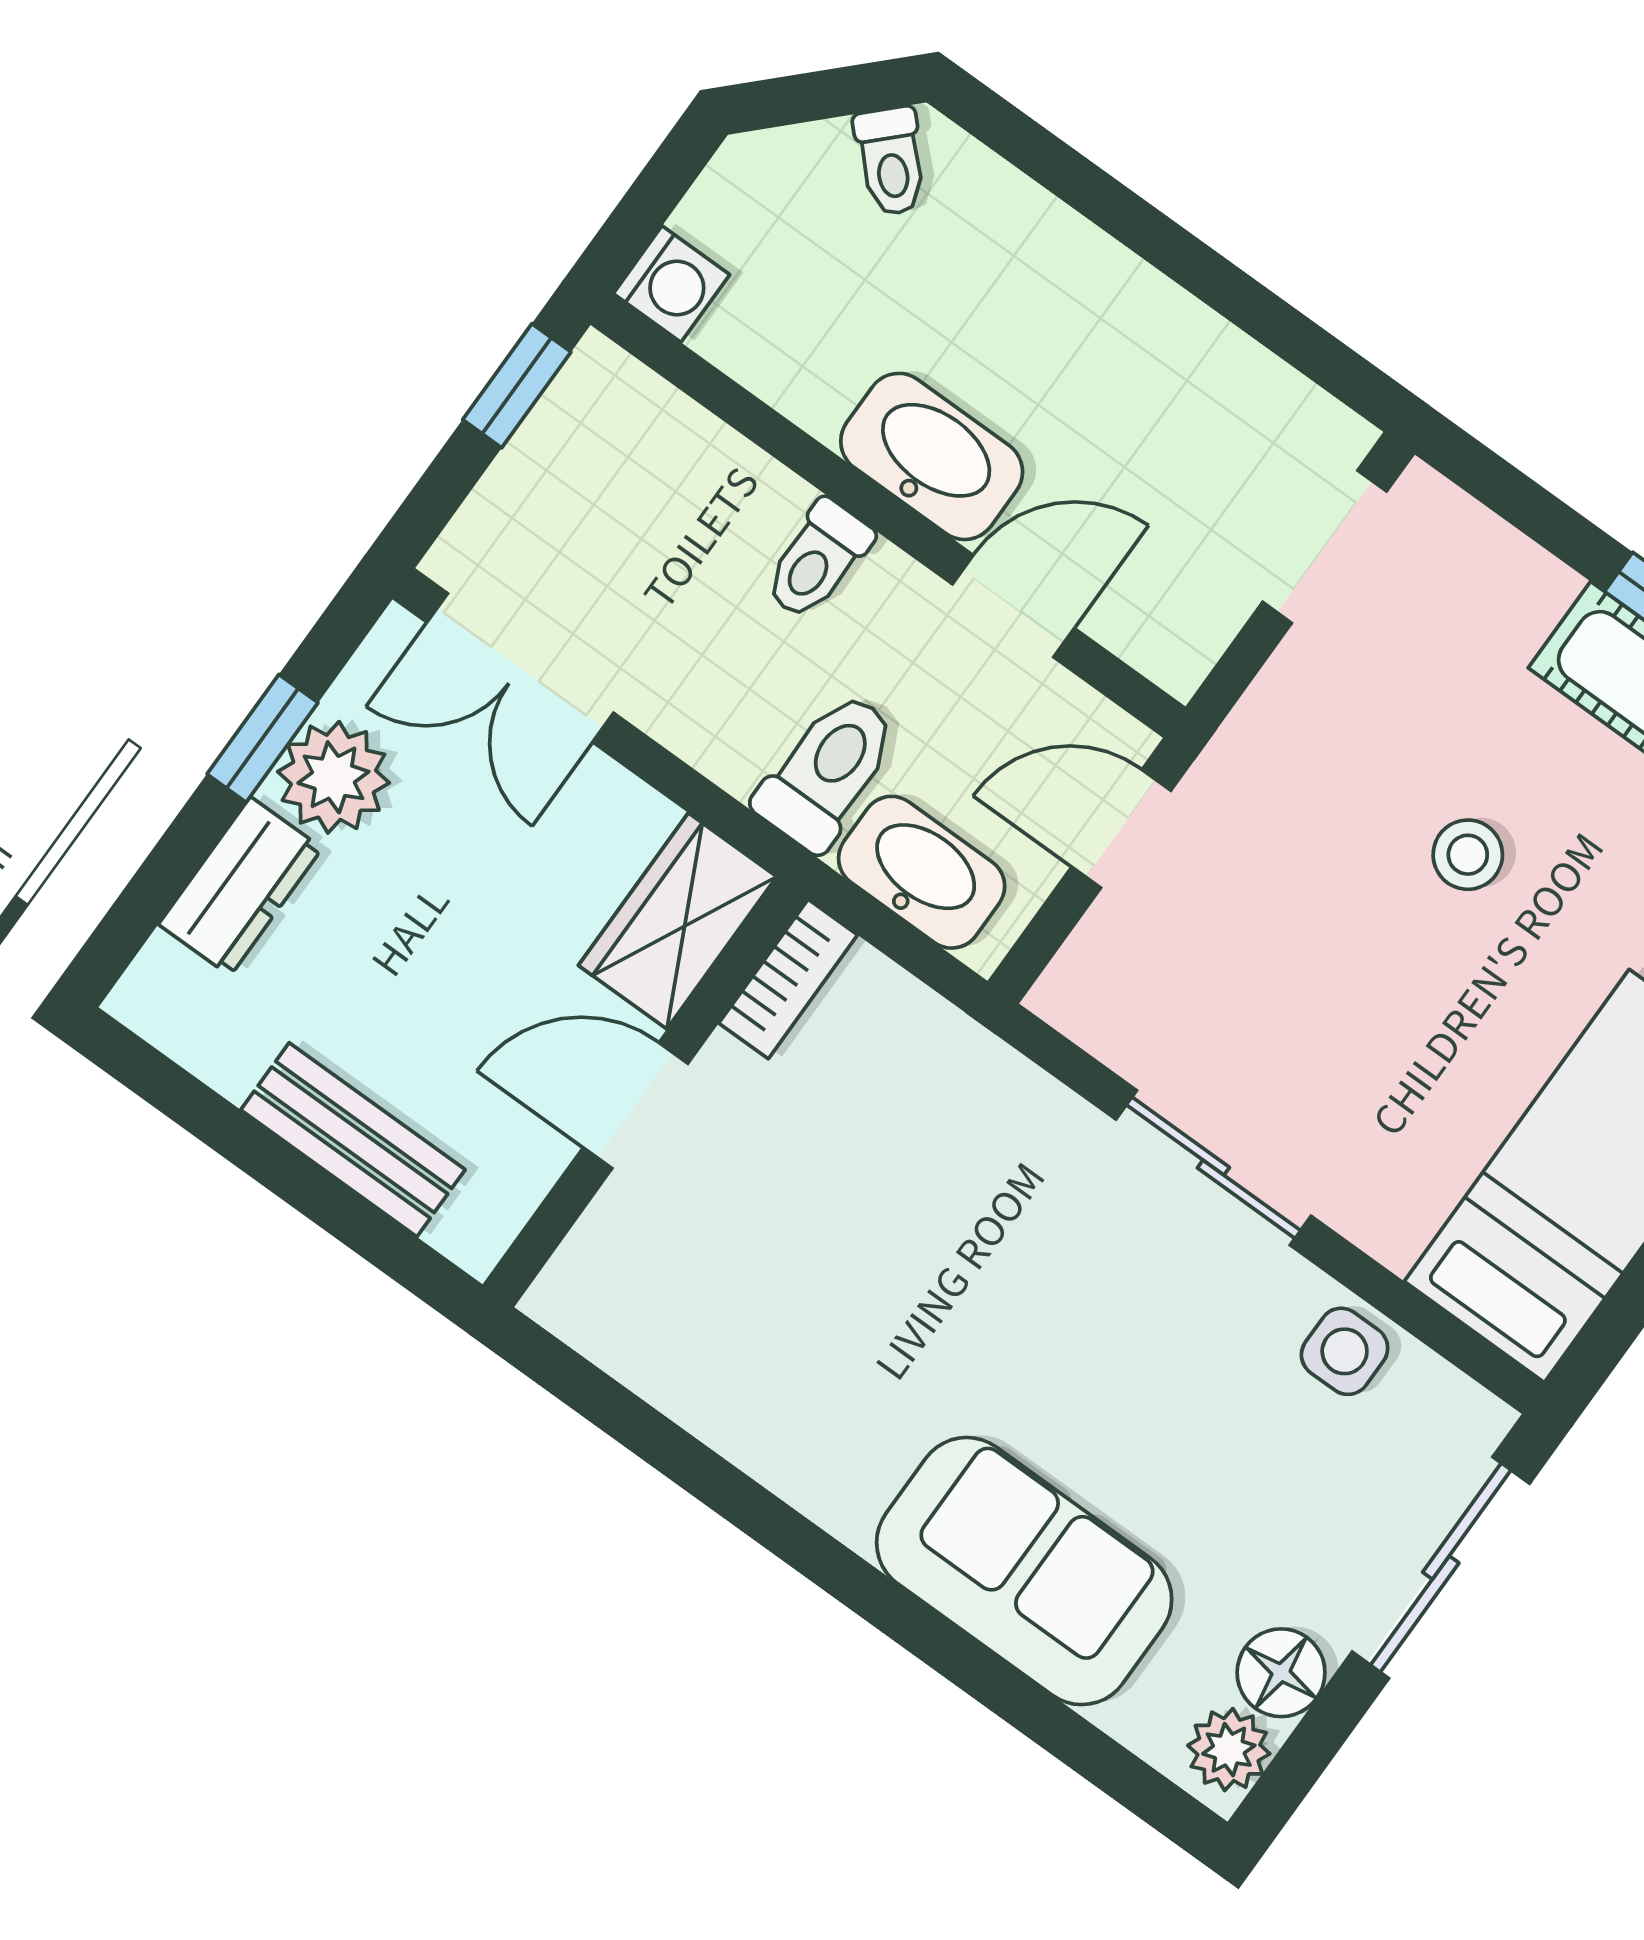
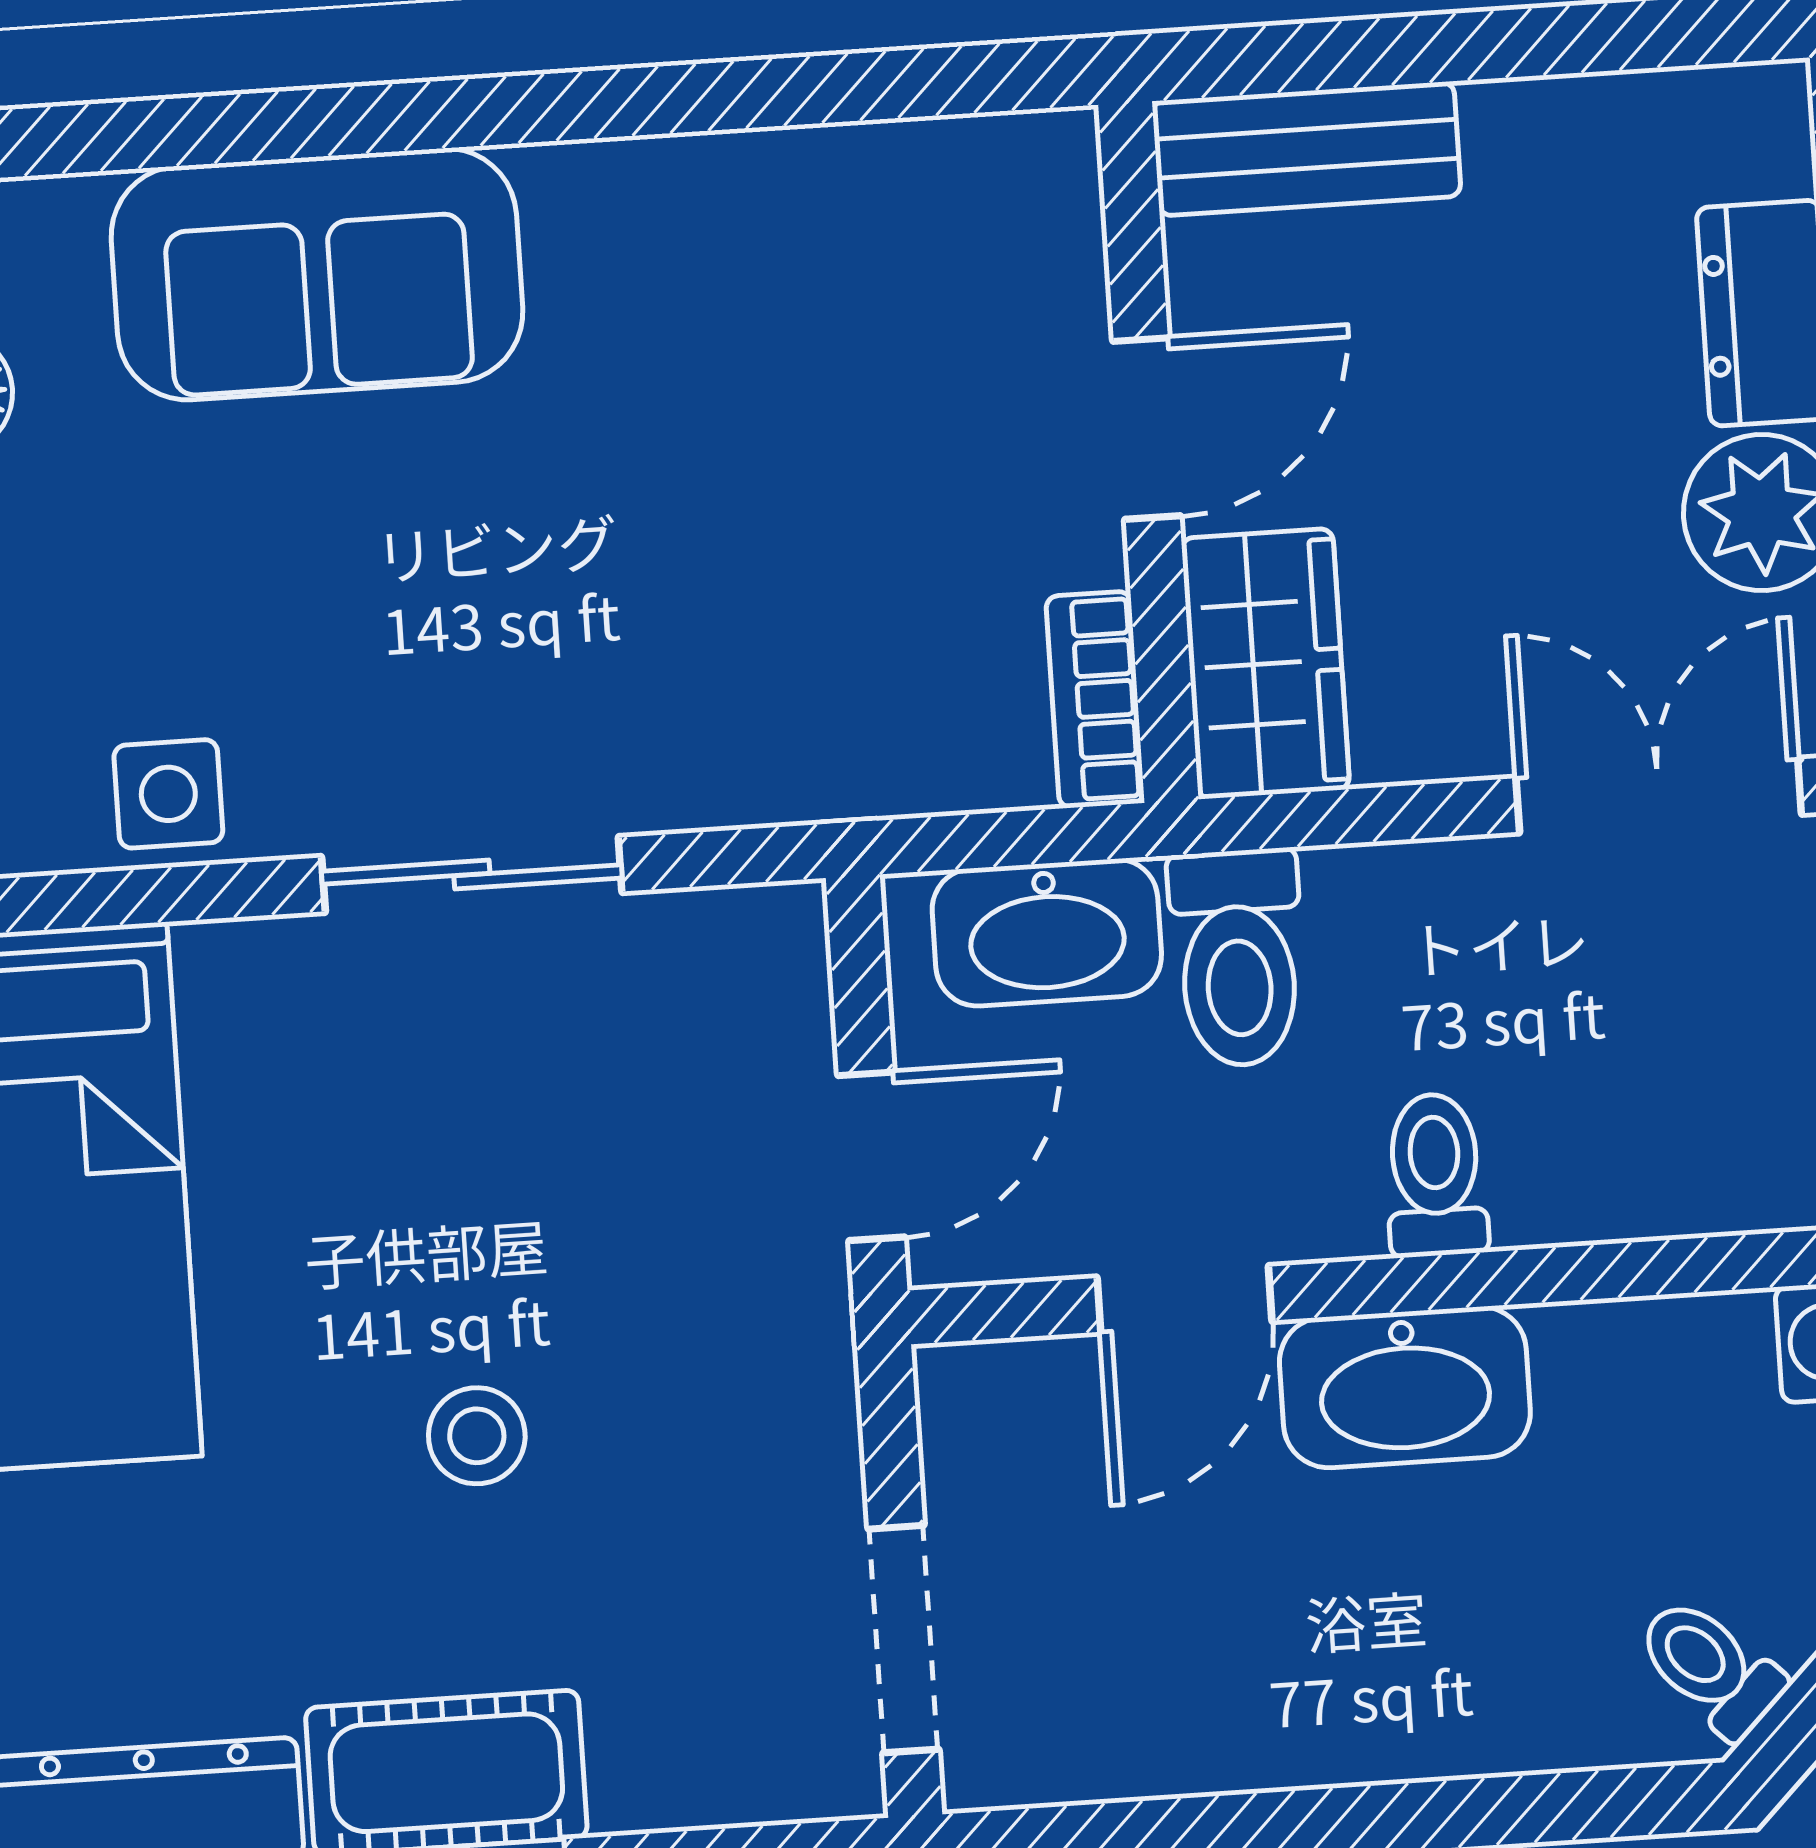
bench: (353, 1140) -> (1307, 149), moved

